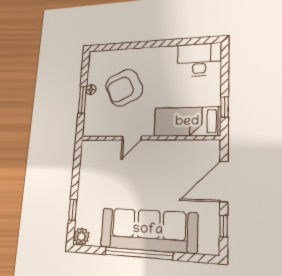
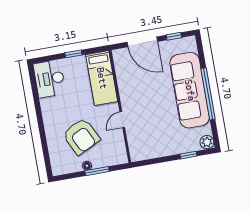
window: (225, 107) -> (73, 54), moved
door: (132, 138) -> (122, 120), swing flipped

